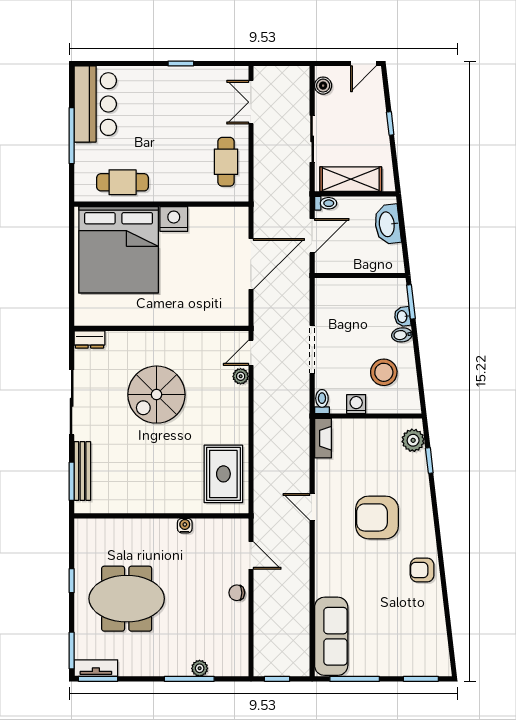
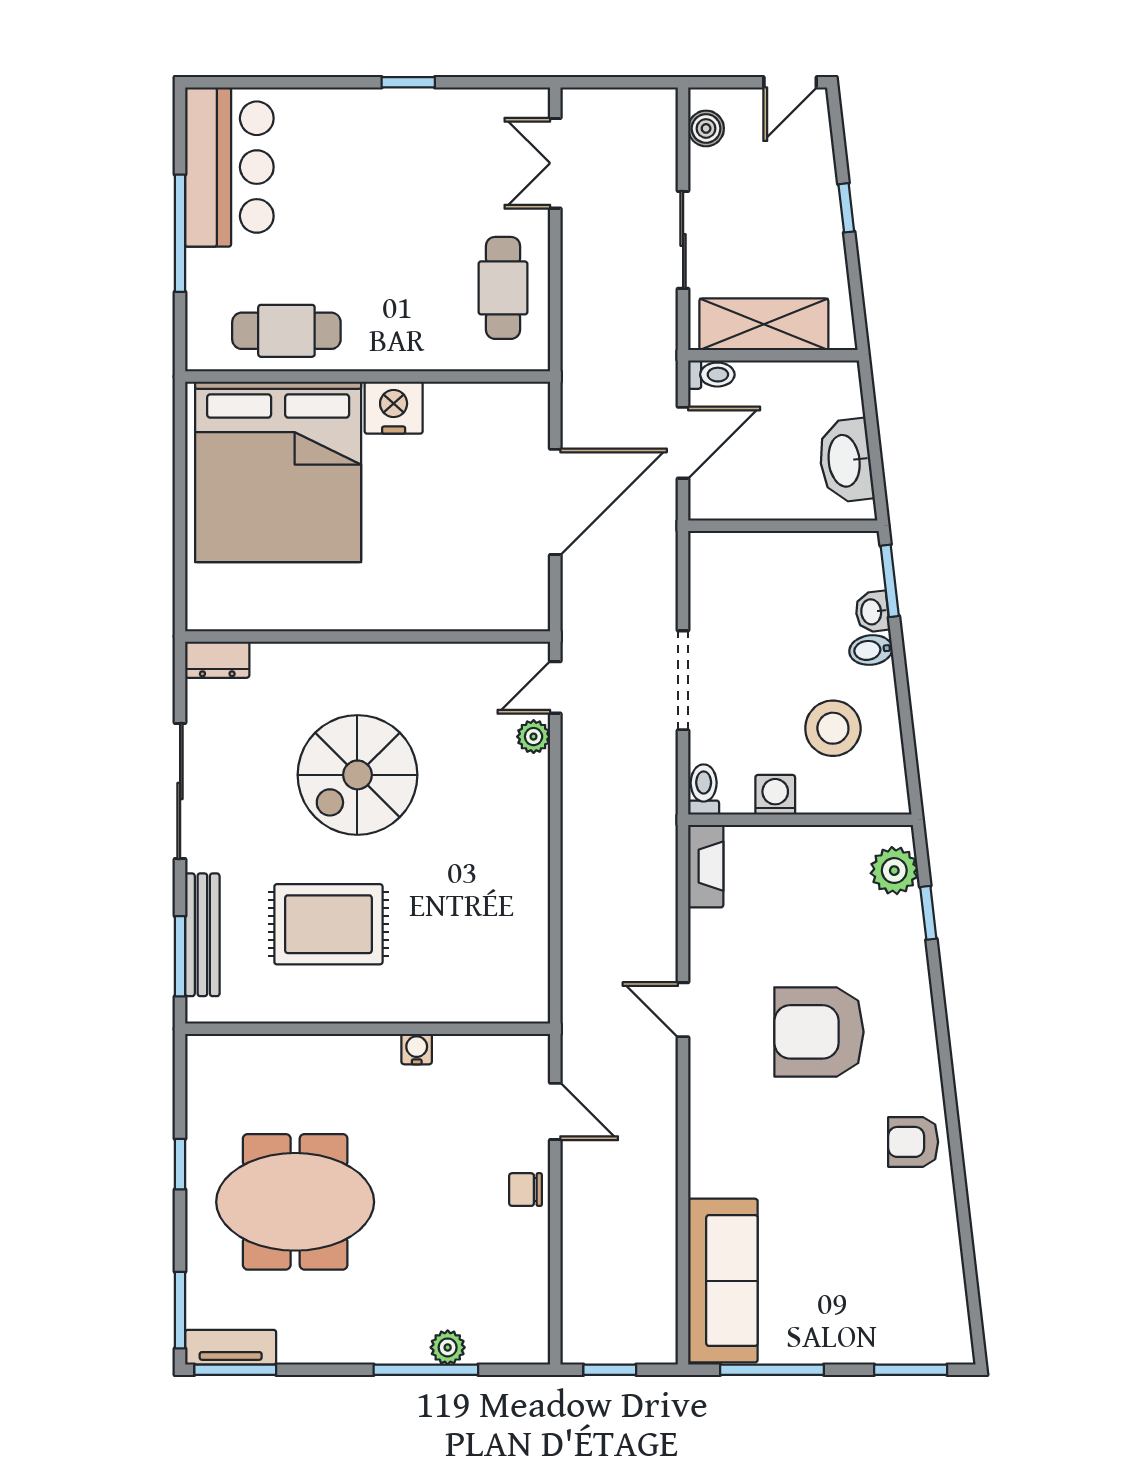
washbasin: (387, 224) -> (846, 461), moved
rug: (223, 474) -> (328, 924), moved, turned 90

